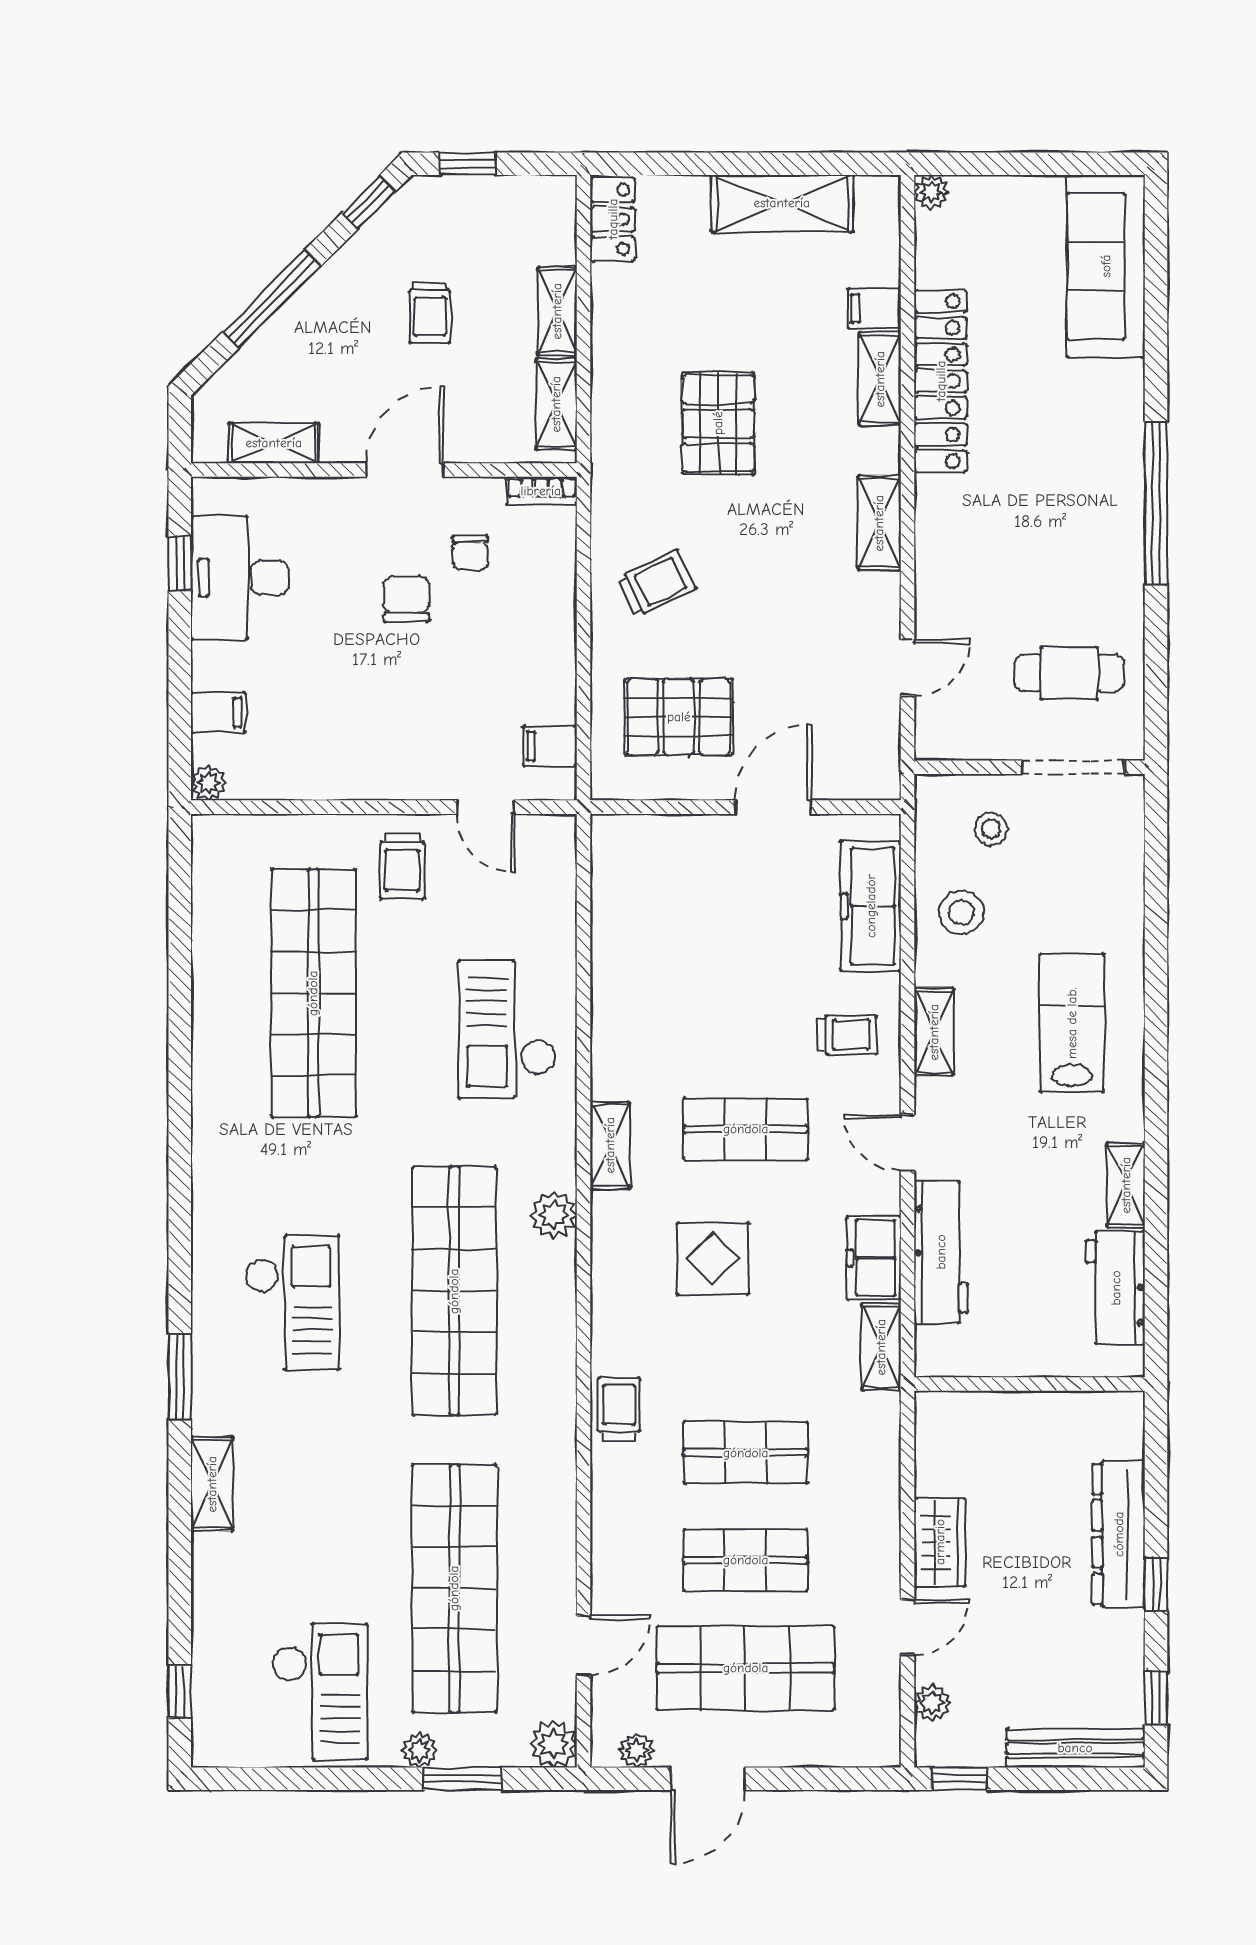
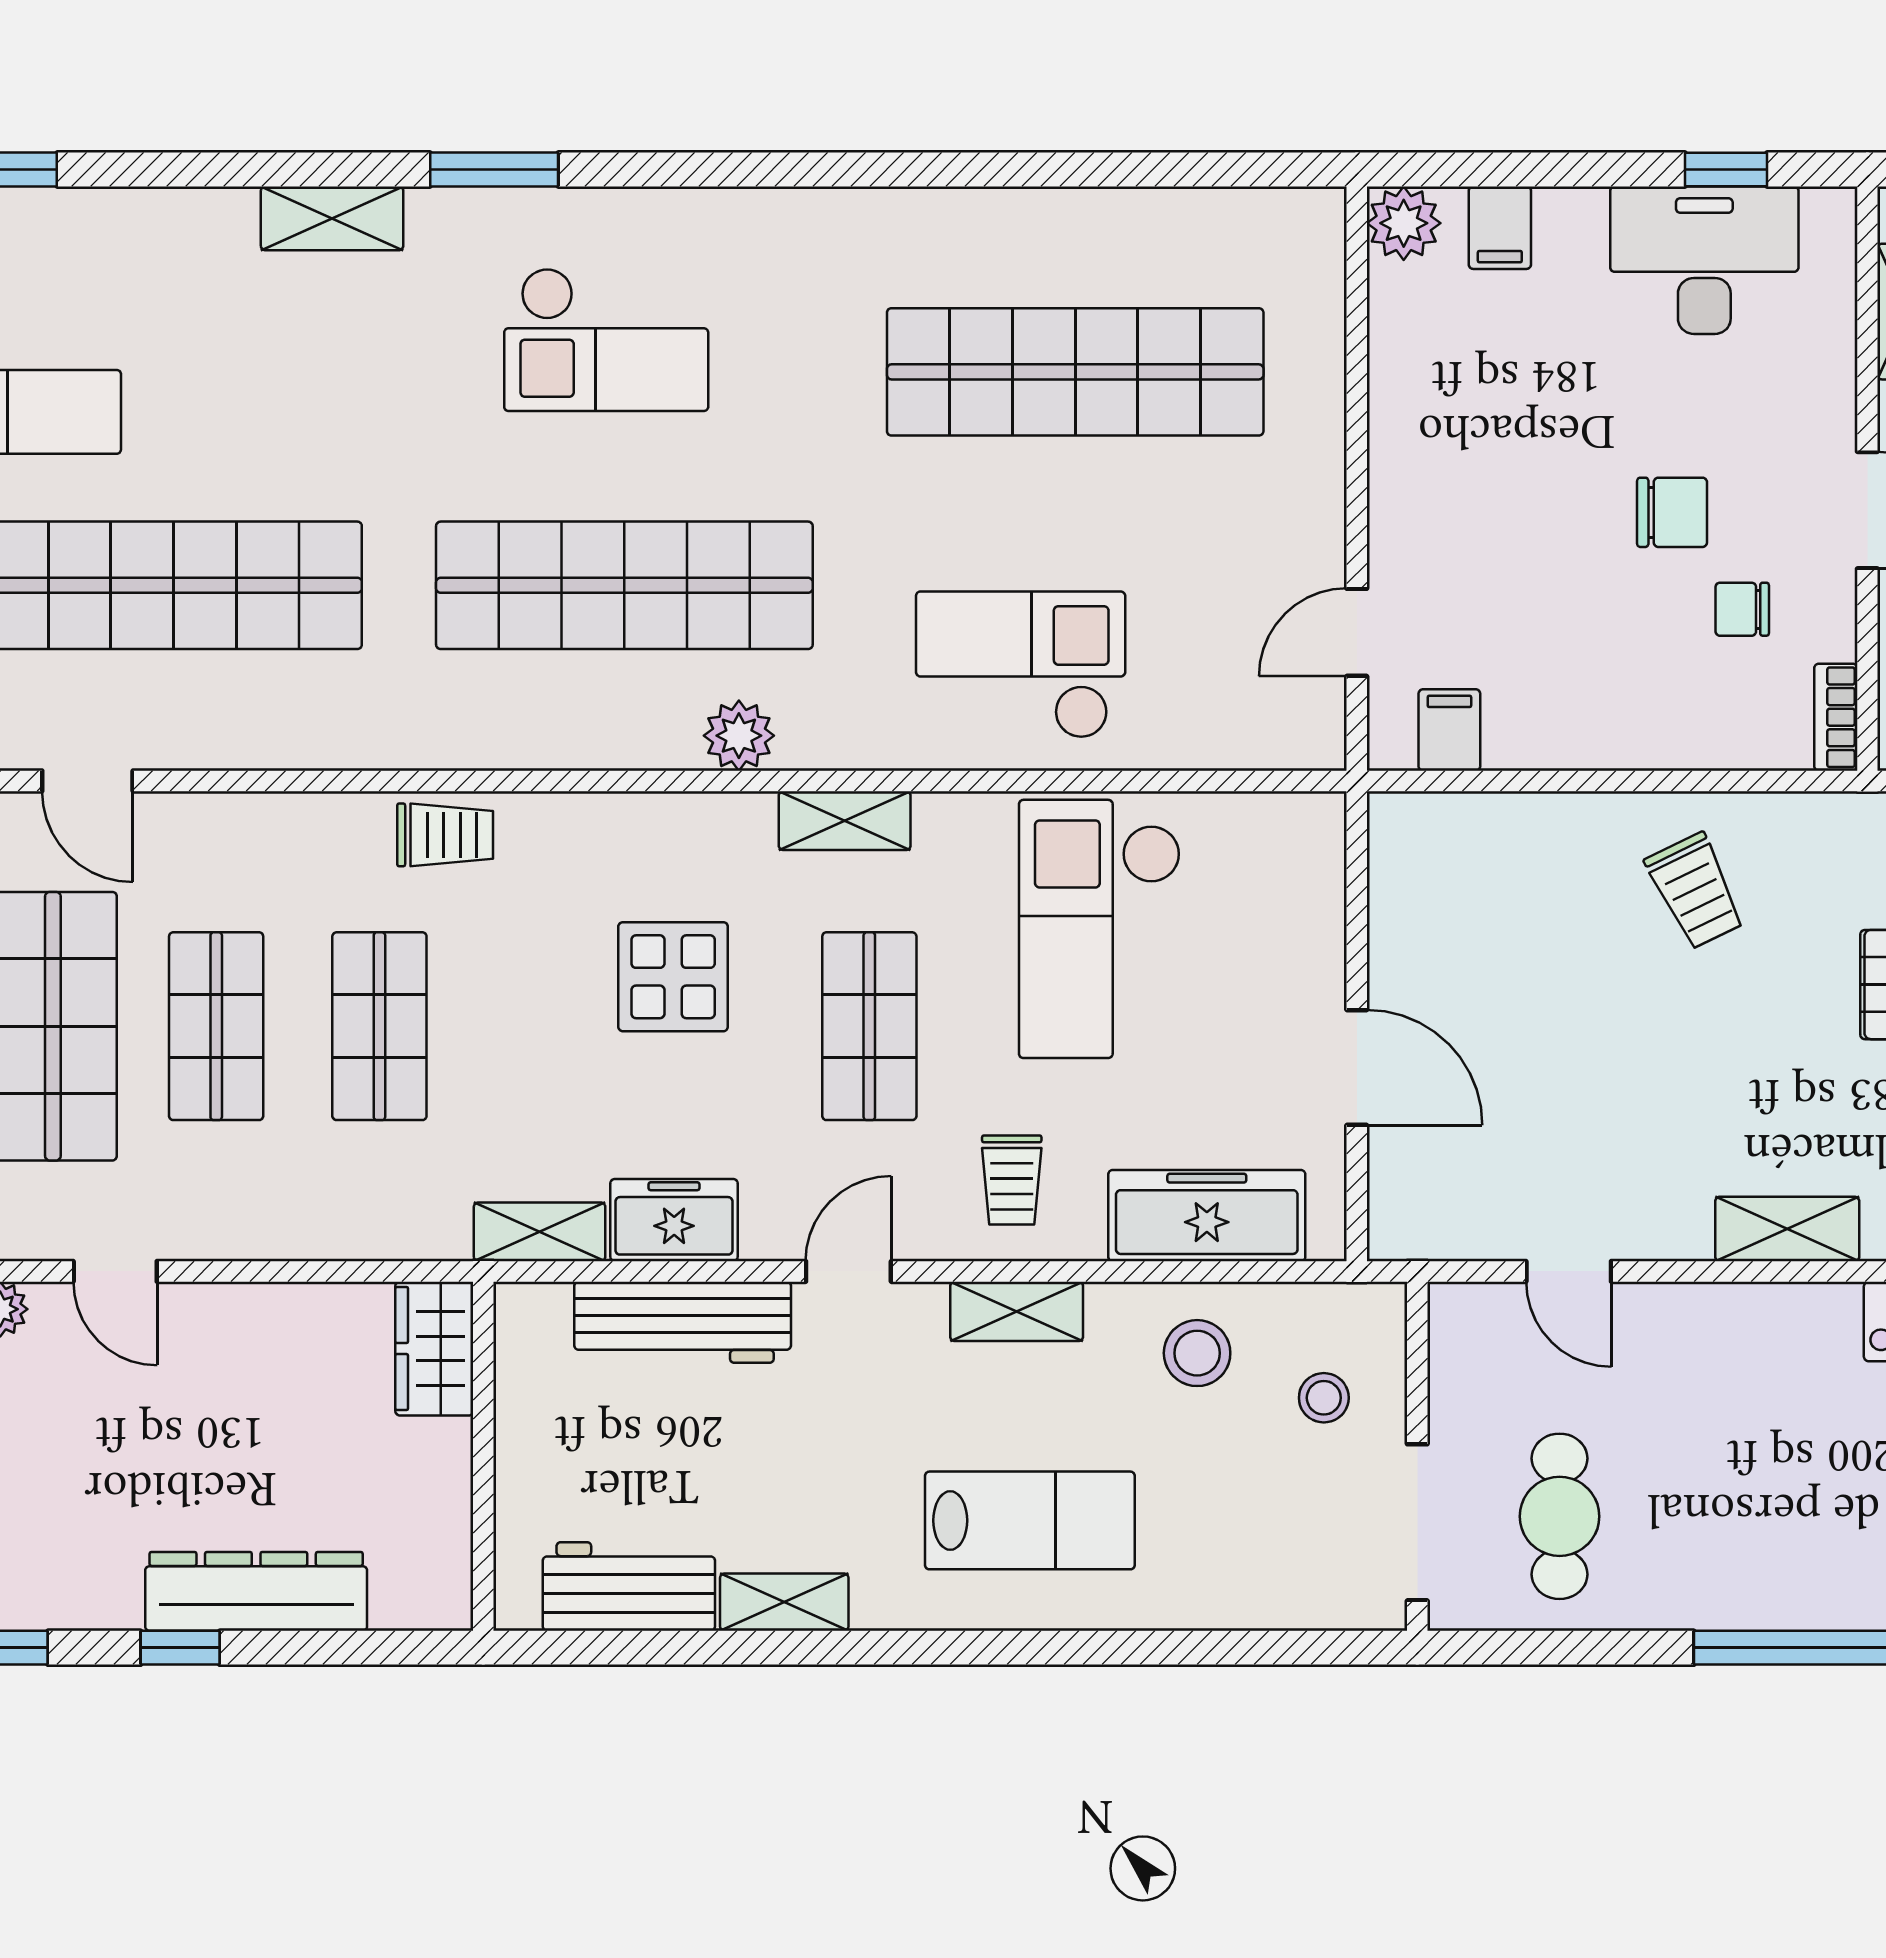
pallet: (679, 717) -> (1493, 925), removed
plant: (209, 783) -> (1404, 223), width x1.38, depth x1.38
trolley: (402, 866) -> (1268, 506), removed
checkout: (681, 977) -> (1100, 929), added
wardrobe: (940, 1542) -> (434, 1349), moved, turned 90

